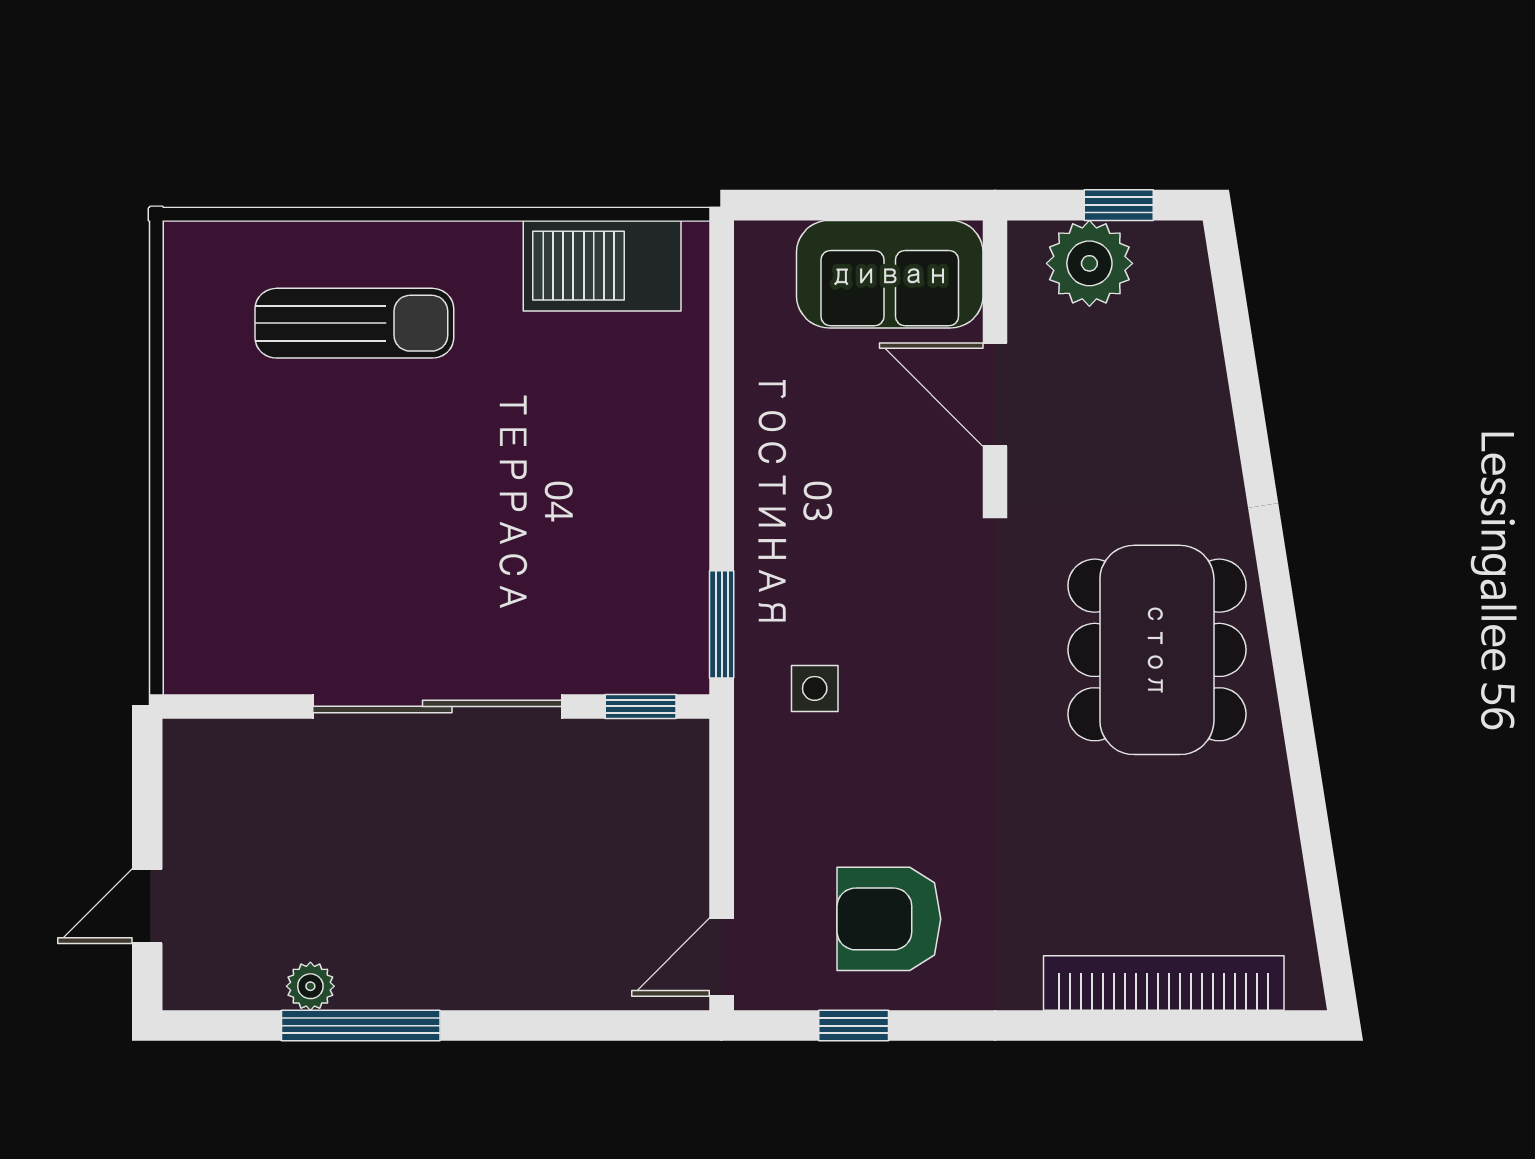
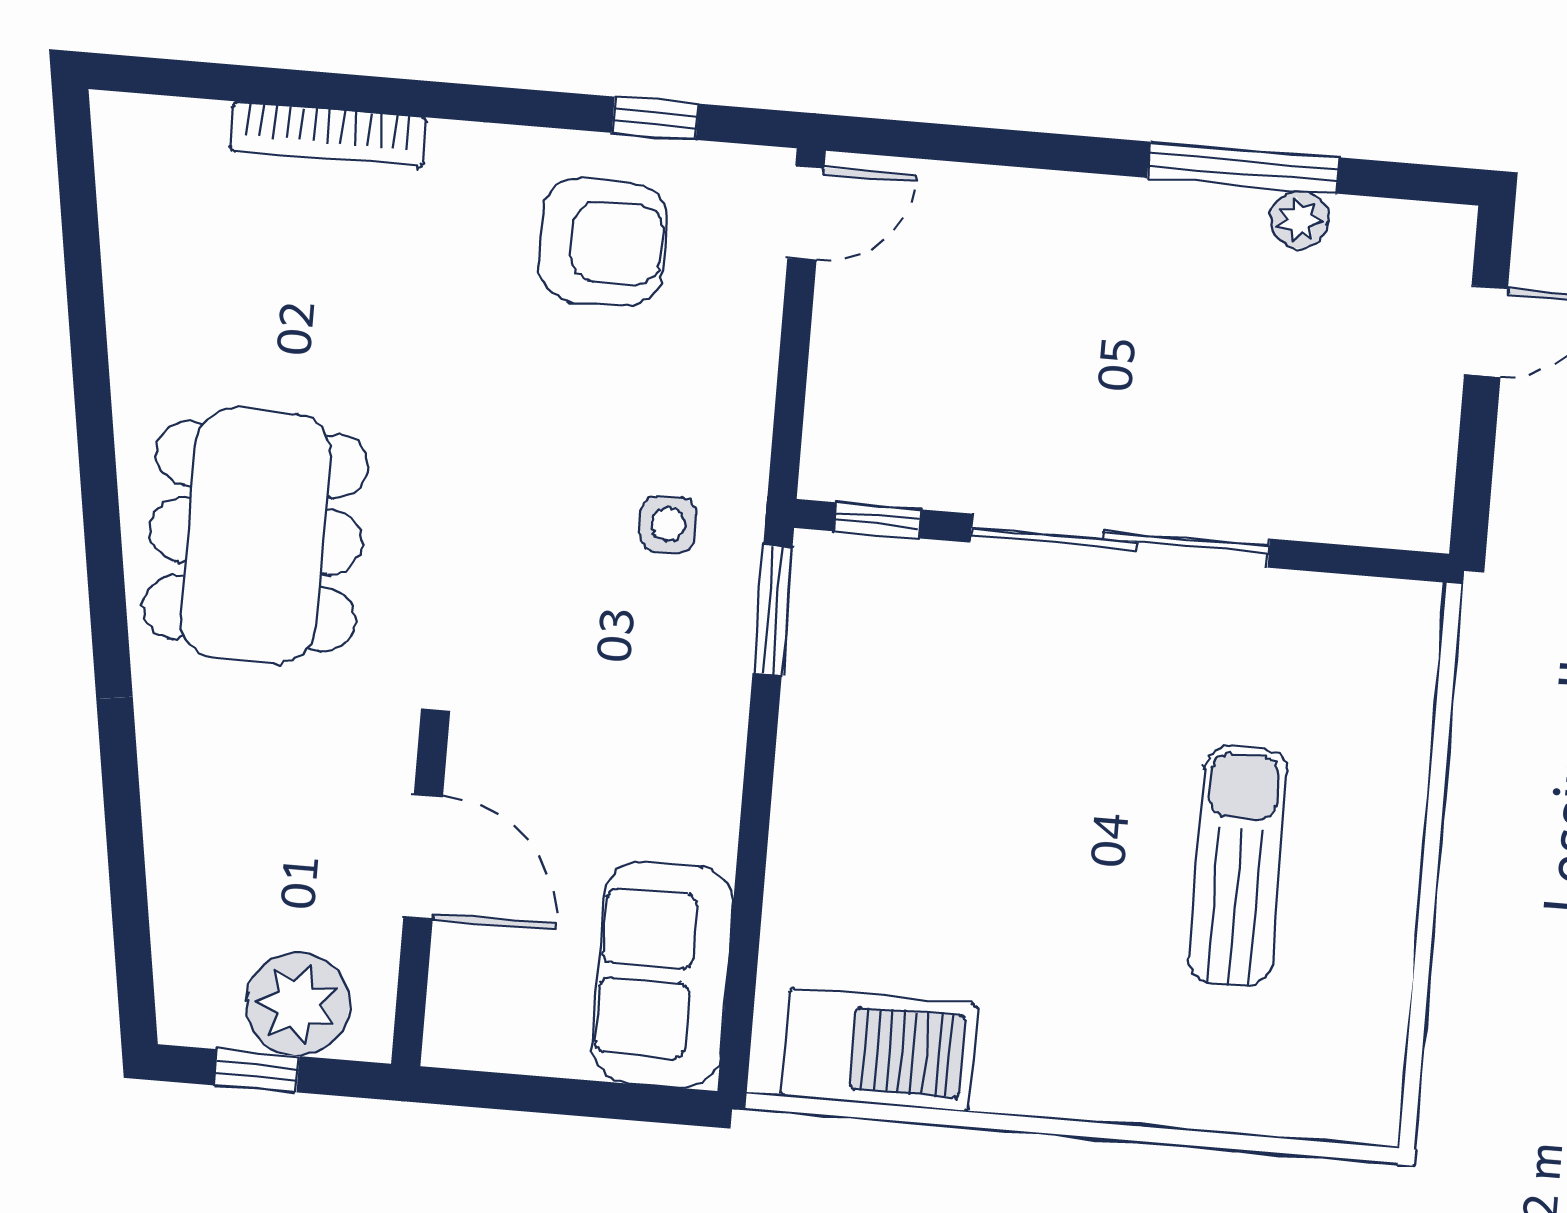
sofa: (890, 274) -> (663, 975), moved, turned -90
sun lounger: (354, 323) -> (1238, 866), moved, turned 90
bookcase: (1164, 983) -> (328, 134), width x0.68, depth x0.76

